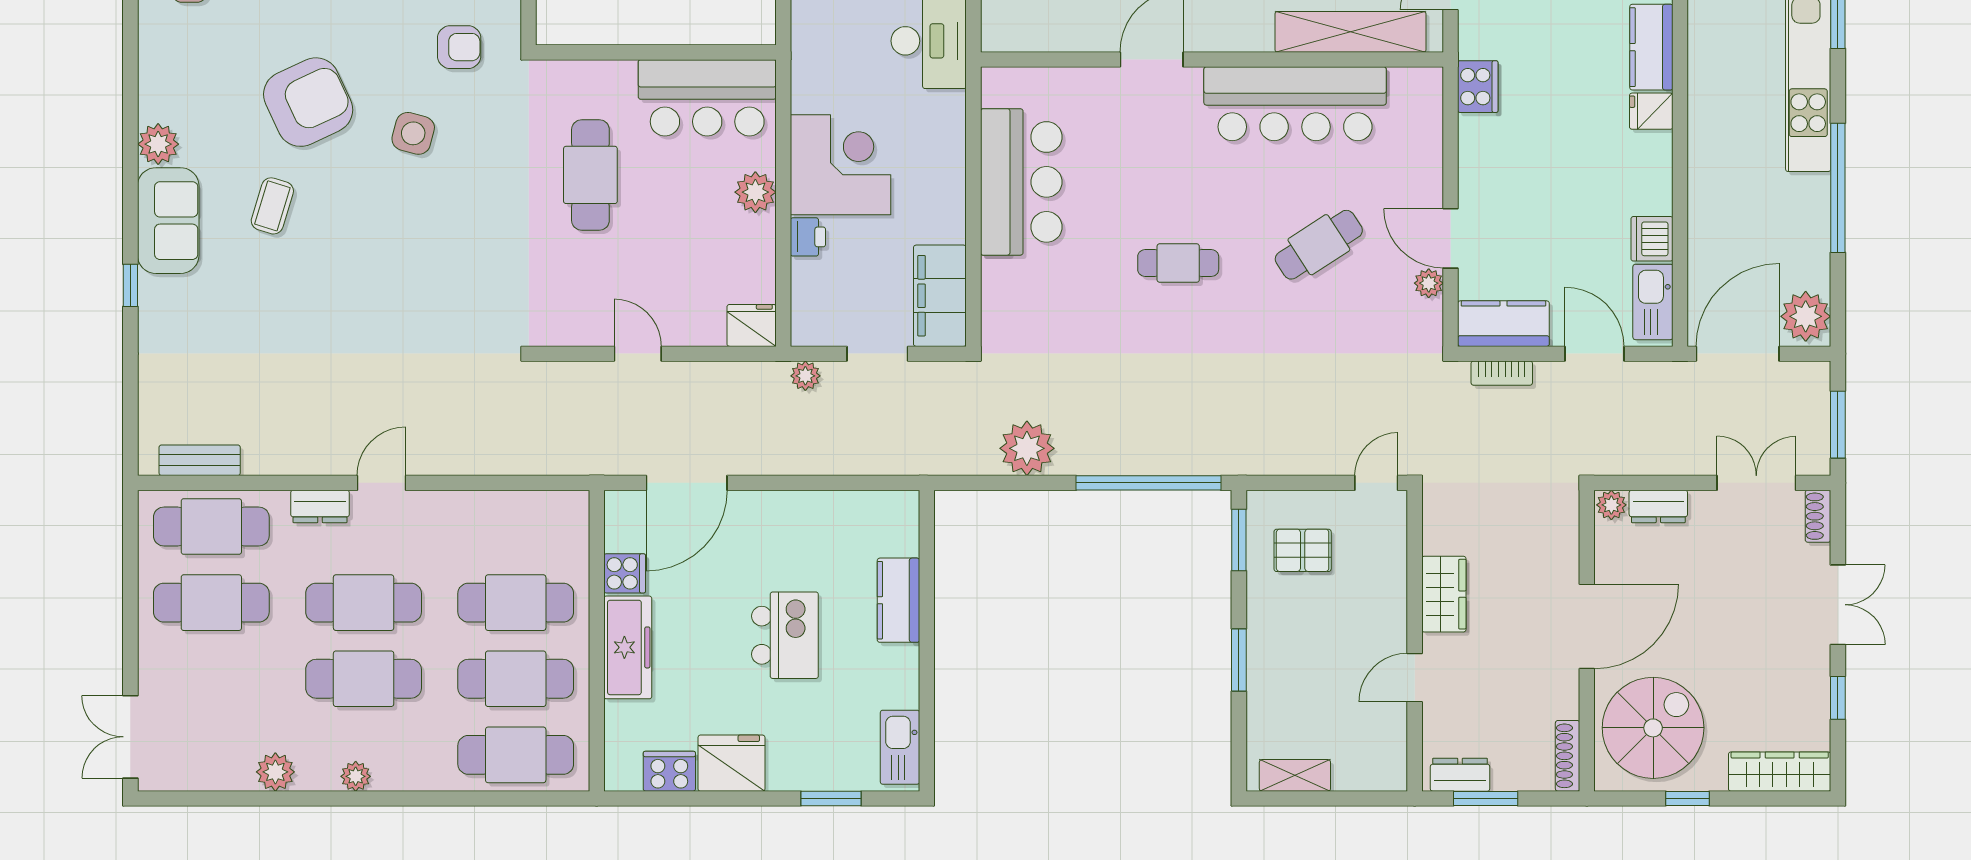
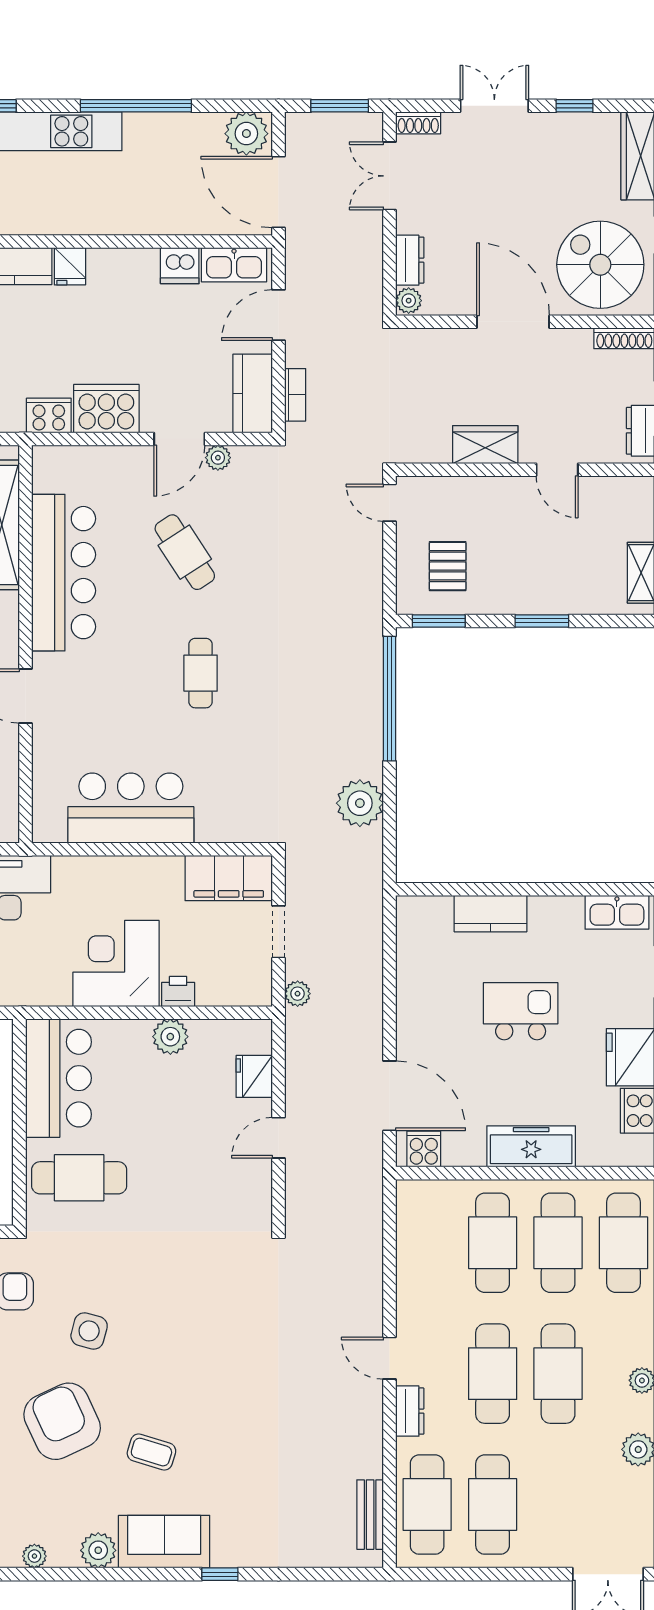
plant: (151, 70) -> (34, 1556), added
cooker: (1486, 154) -> (106, 409), added
cafe table: (590, 175) -> (79, 1178), moved
plant: (755, 192) -> (170, 1037), moved
fridge: (752, 325) -> (254, 1076), moved
cooker: (625, 573) -> (424, 1149), moved

